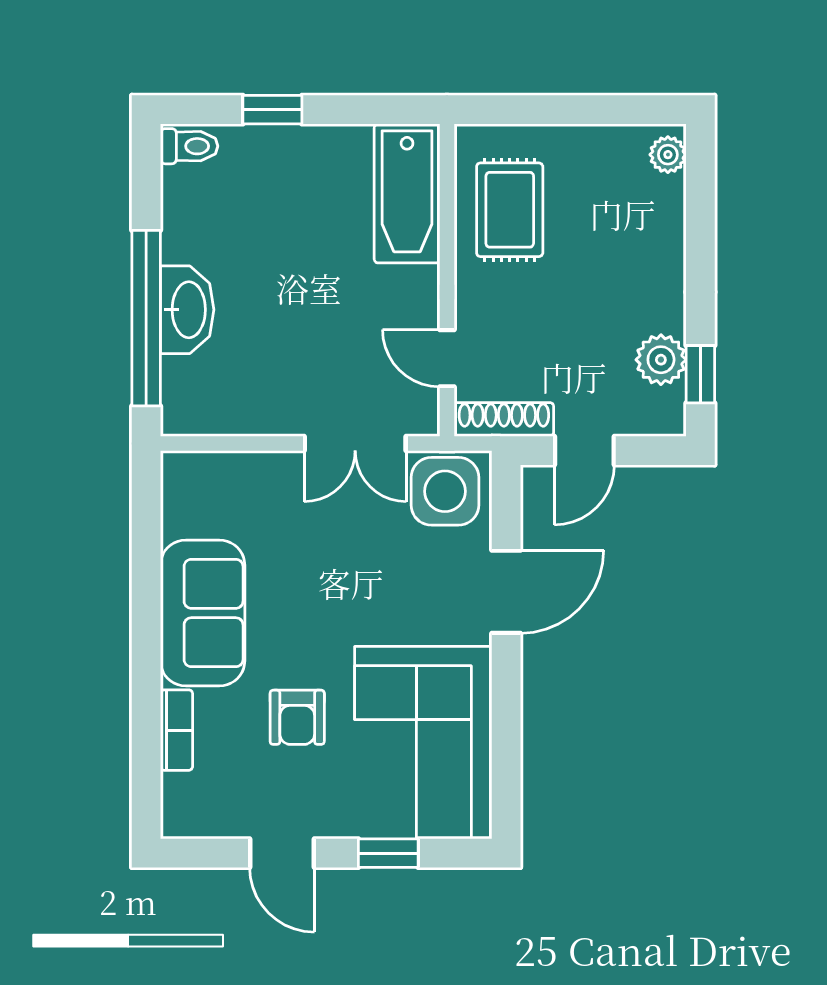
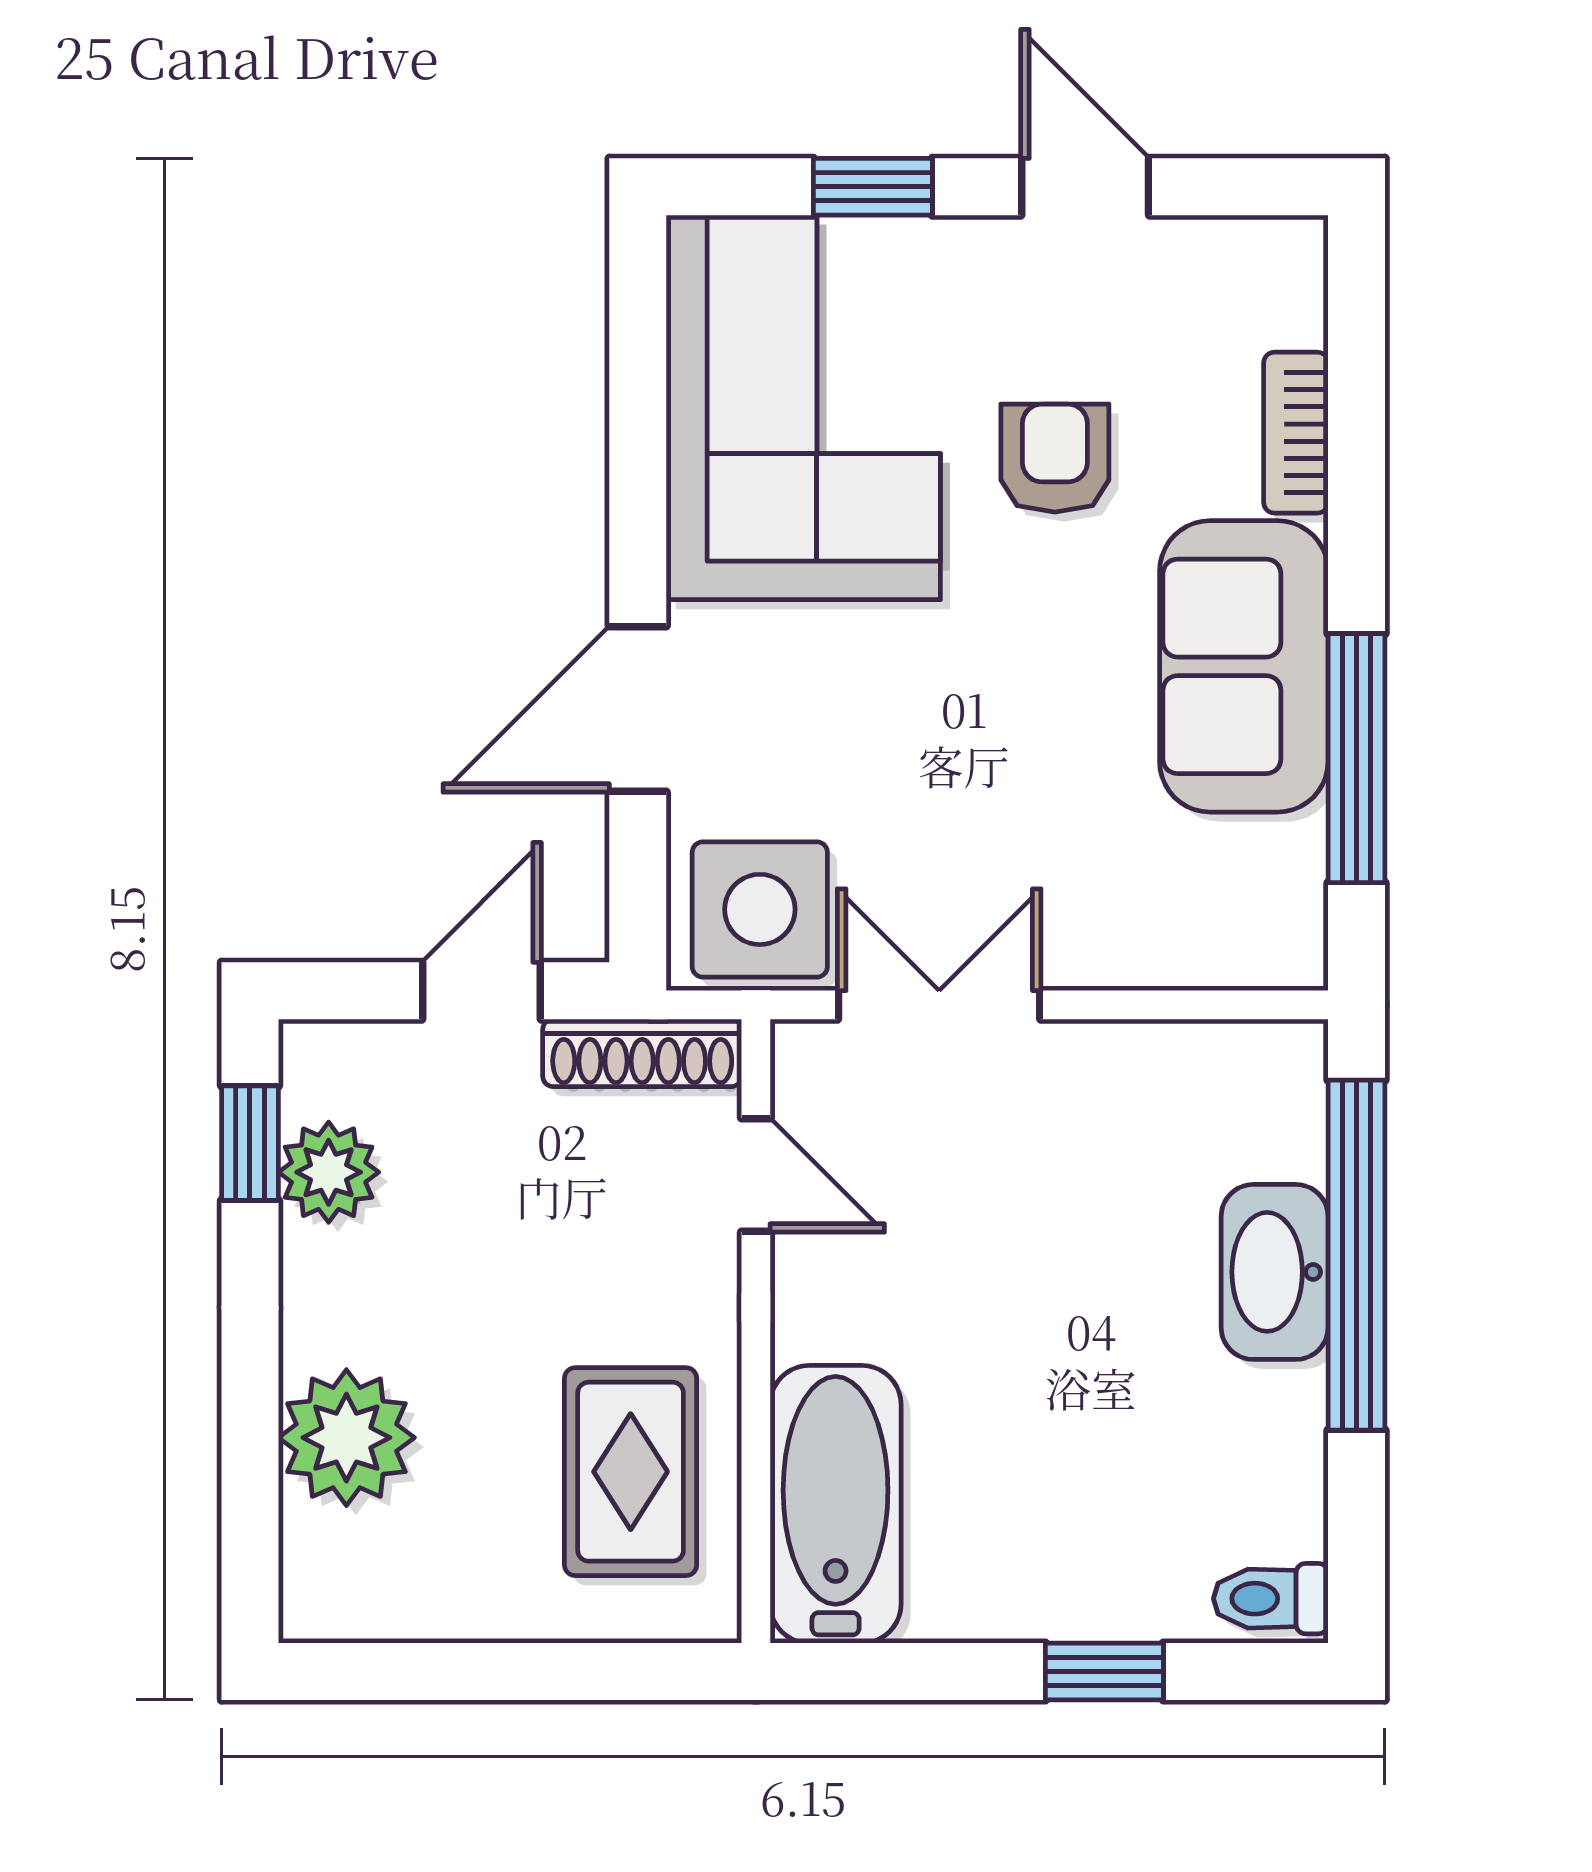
plant: (668, 155) -> (346, 1438), moved, width x1.88, depth x1.88
window: (146, 567) -> (1356, 758), added

